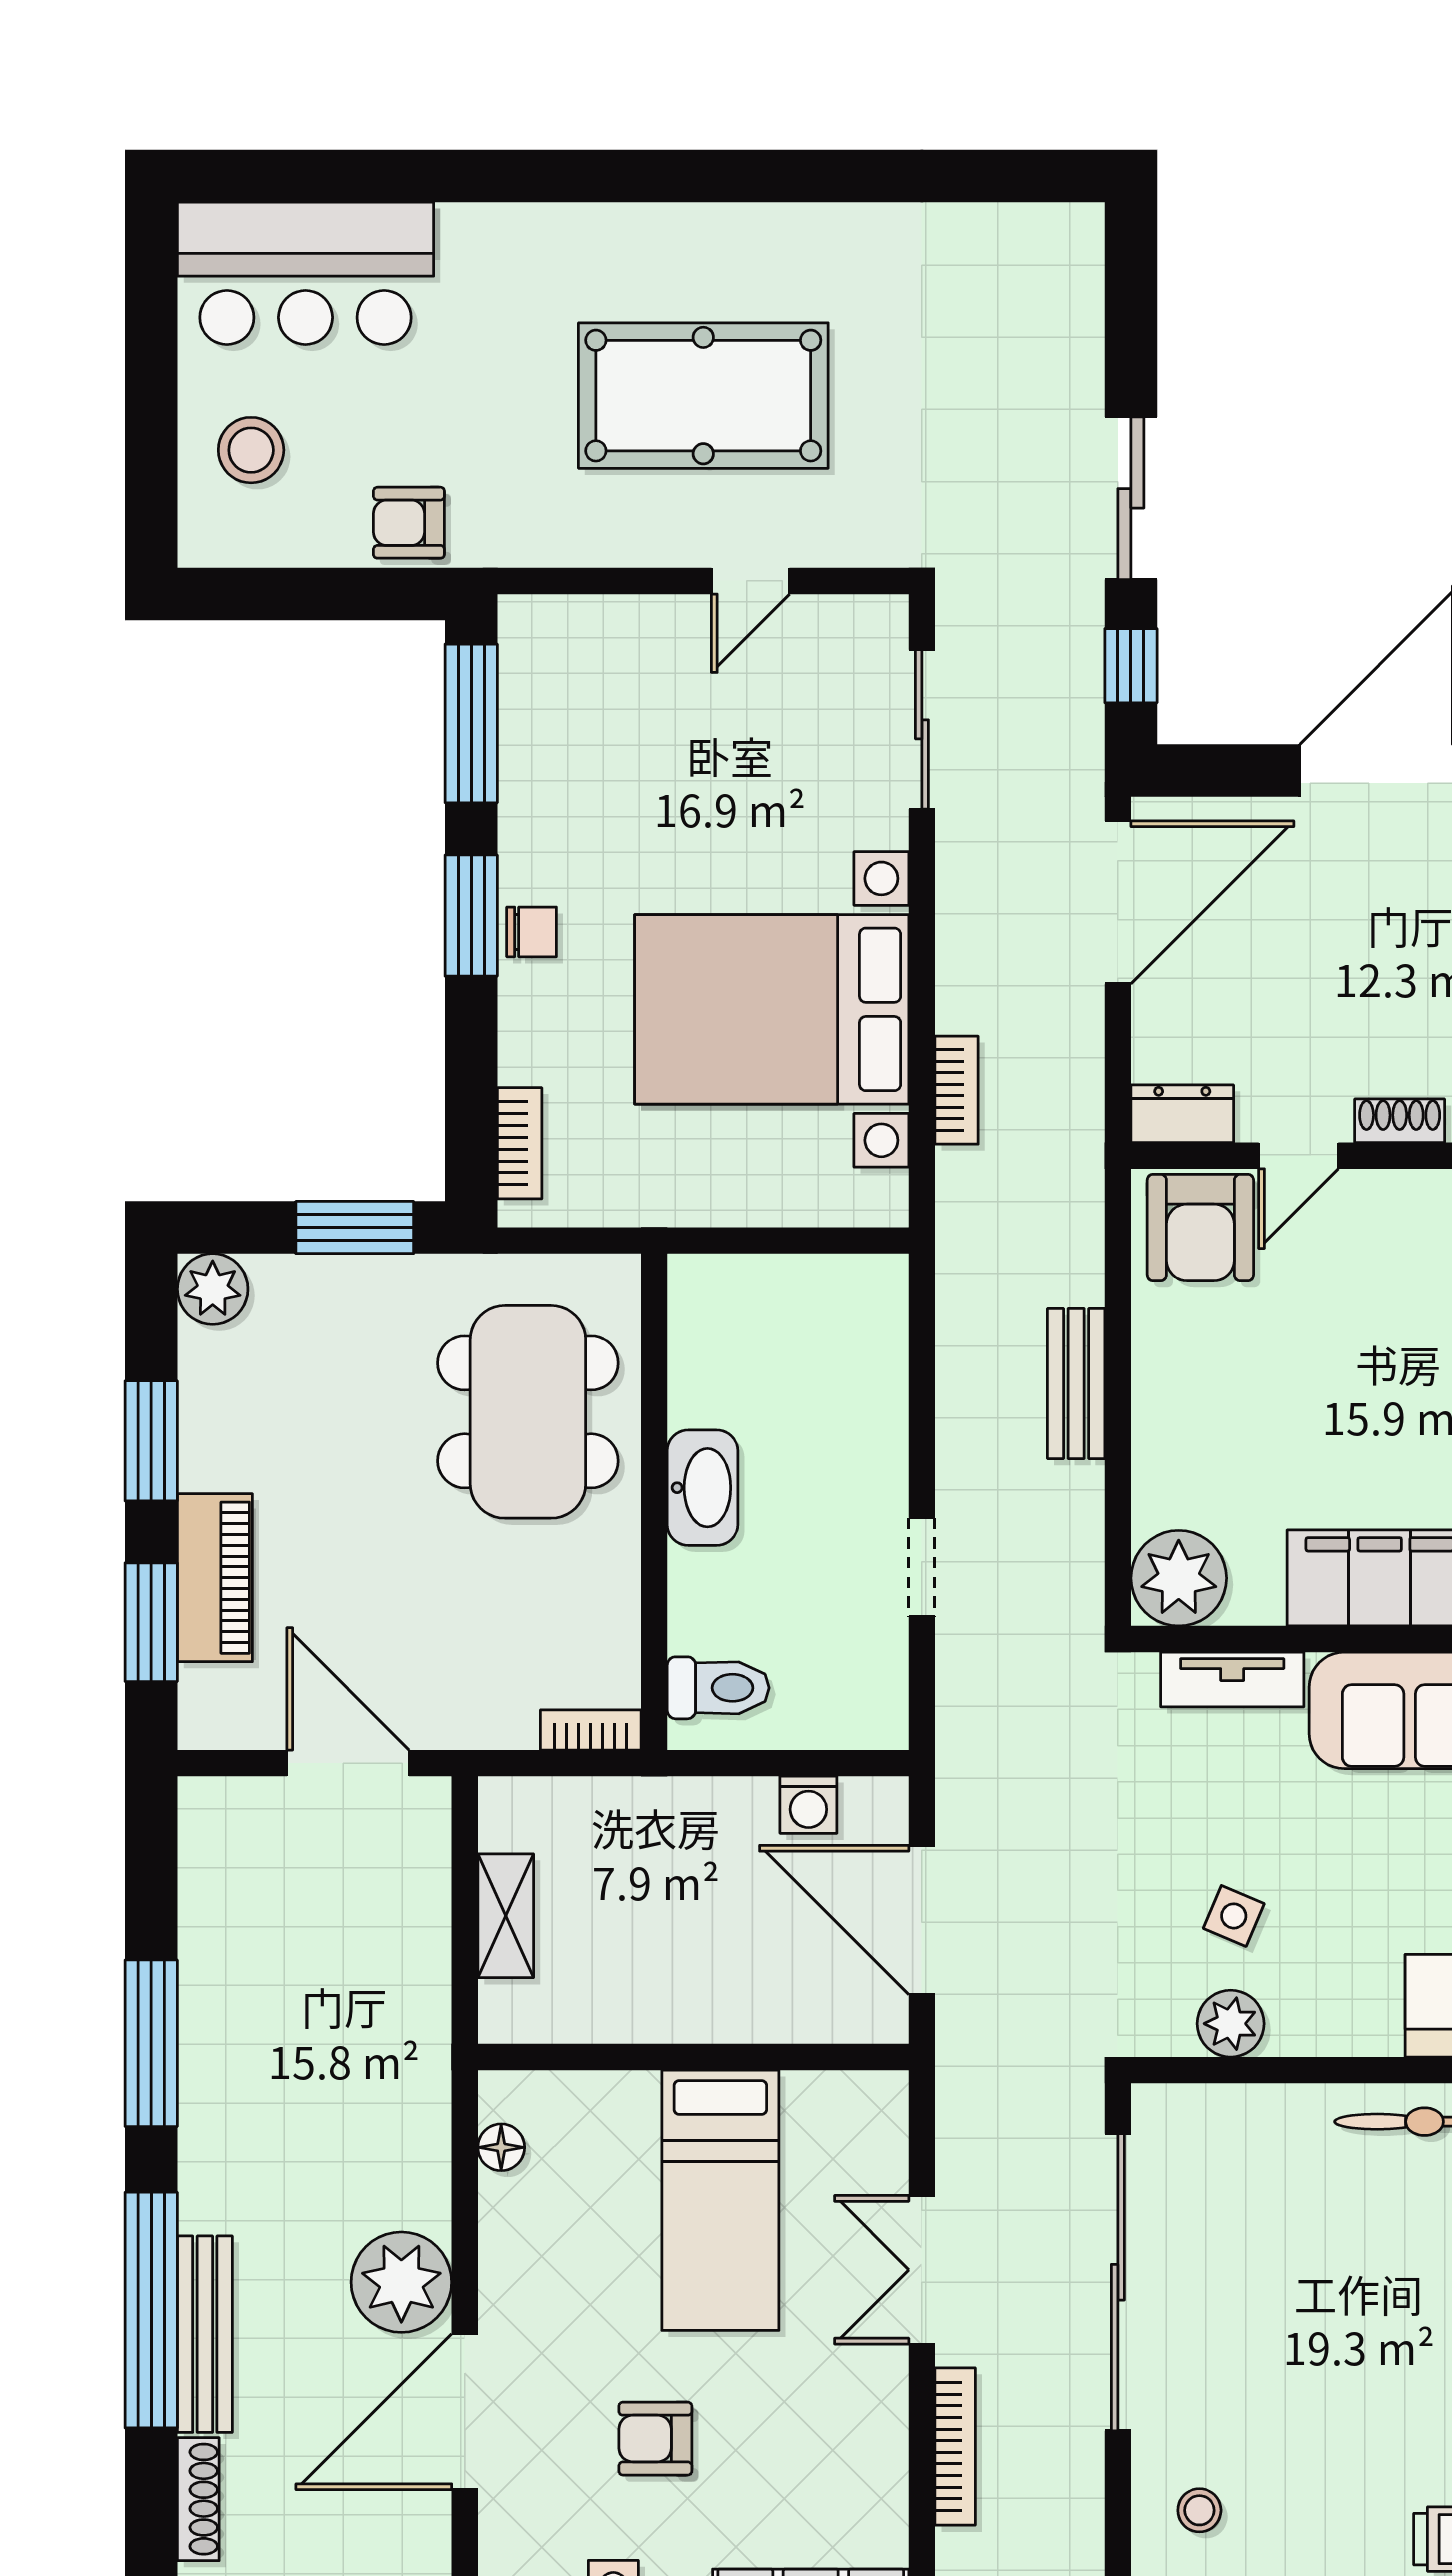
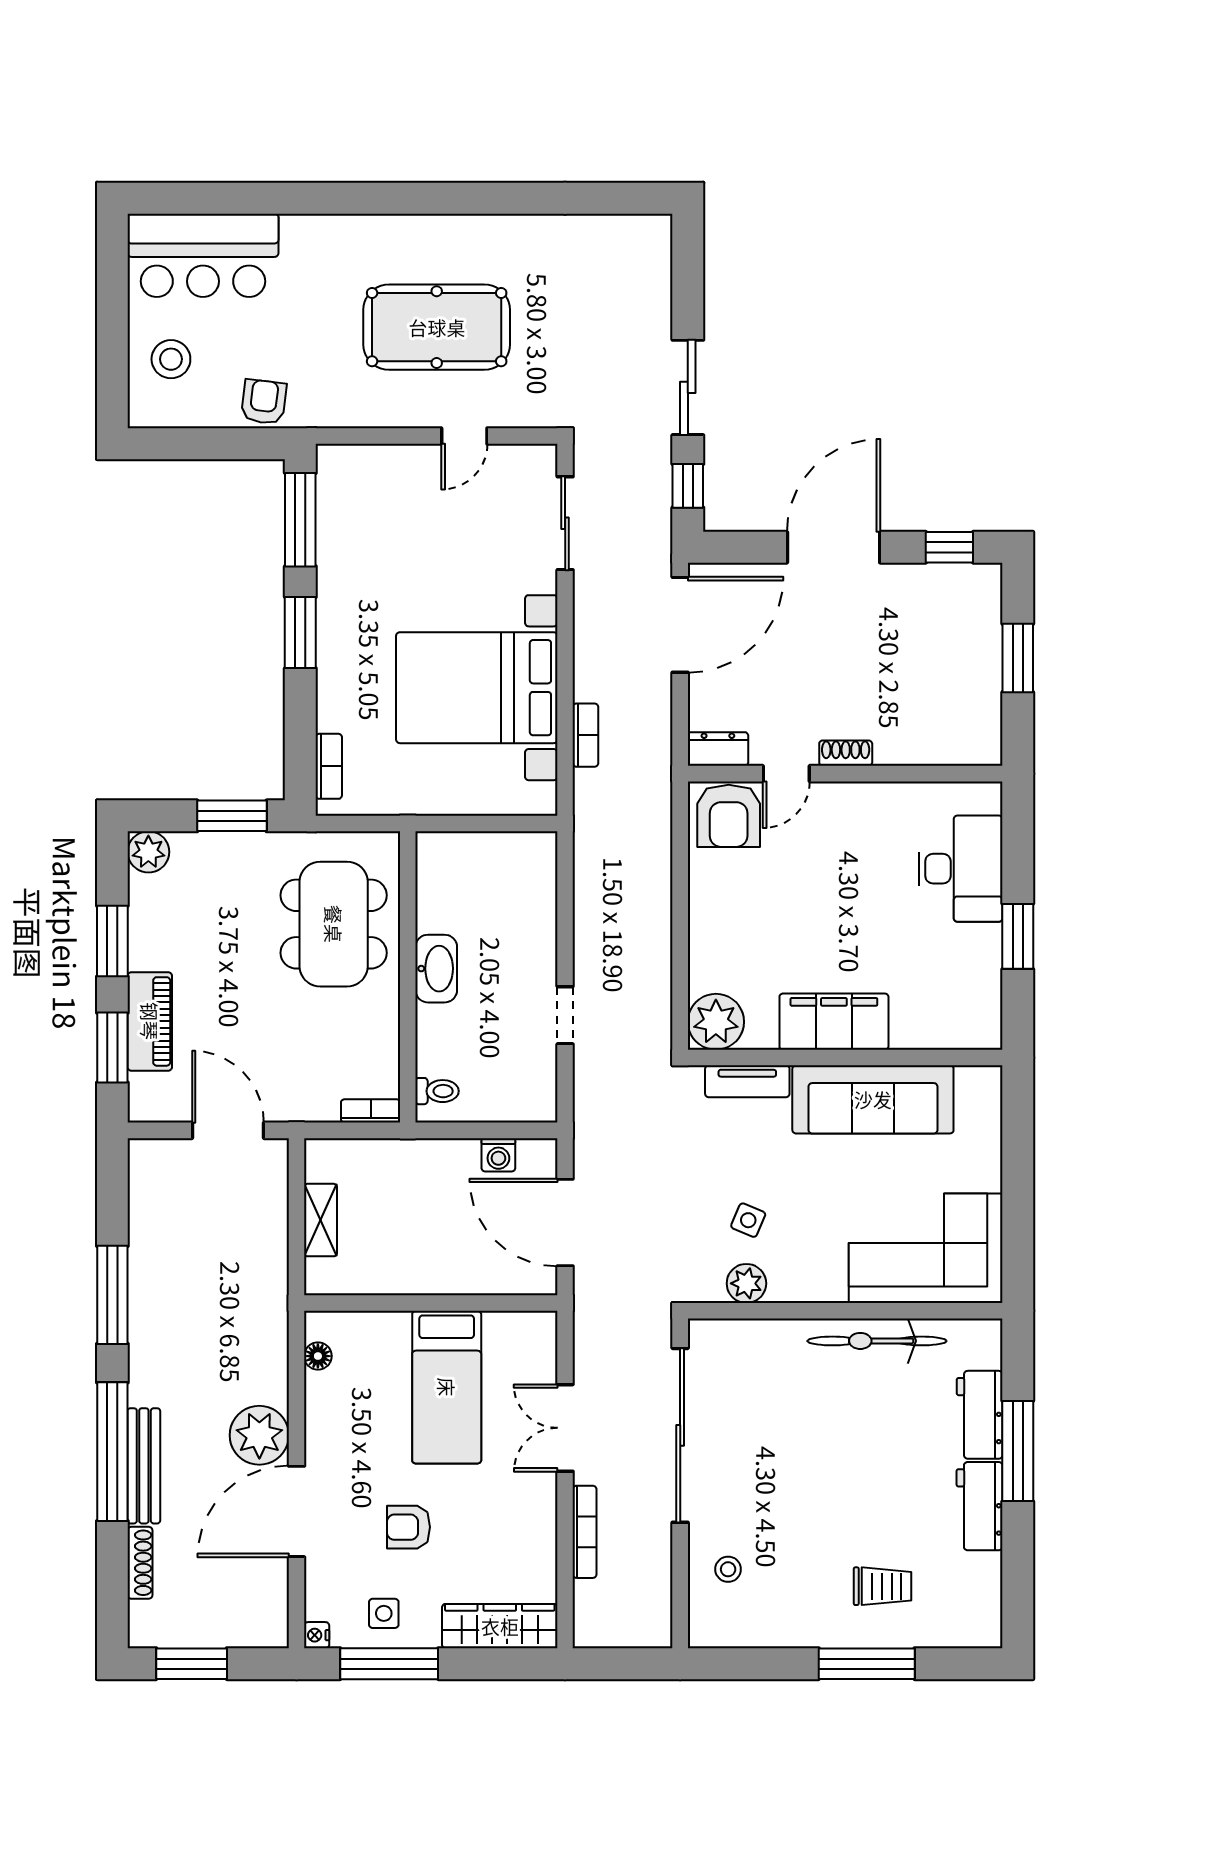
armchair: (409, 523) -> (264, 402), turned 97
chair: (532, 932) -> (336, 642), removed
bench: (1076, 1384) -> (656, 907), removed
toilet: (718, 1688) -> (437, 1091), width x0.73, depth x0.72

